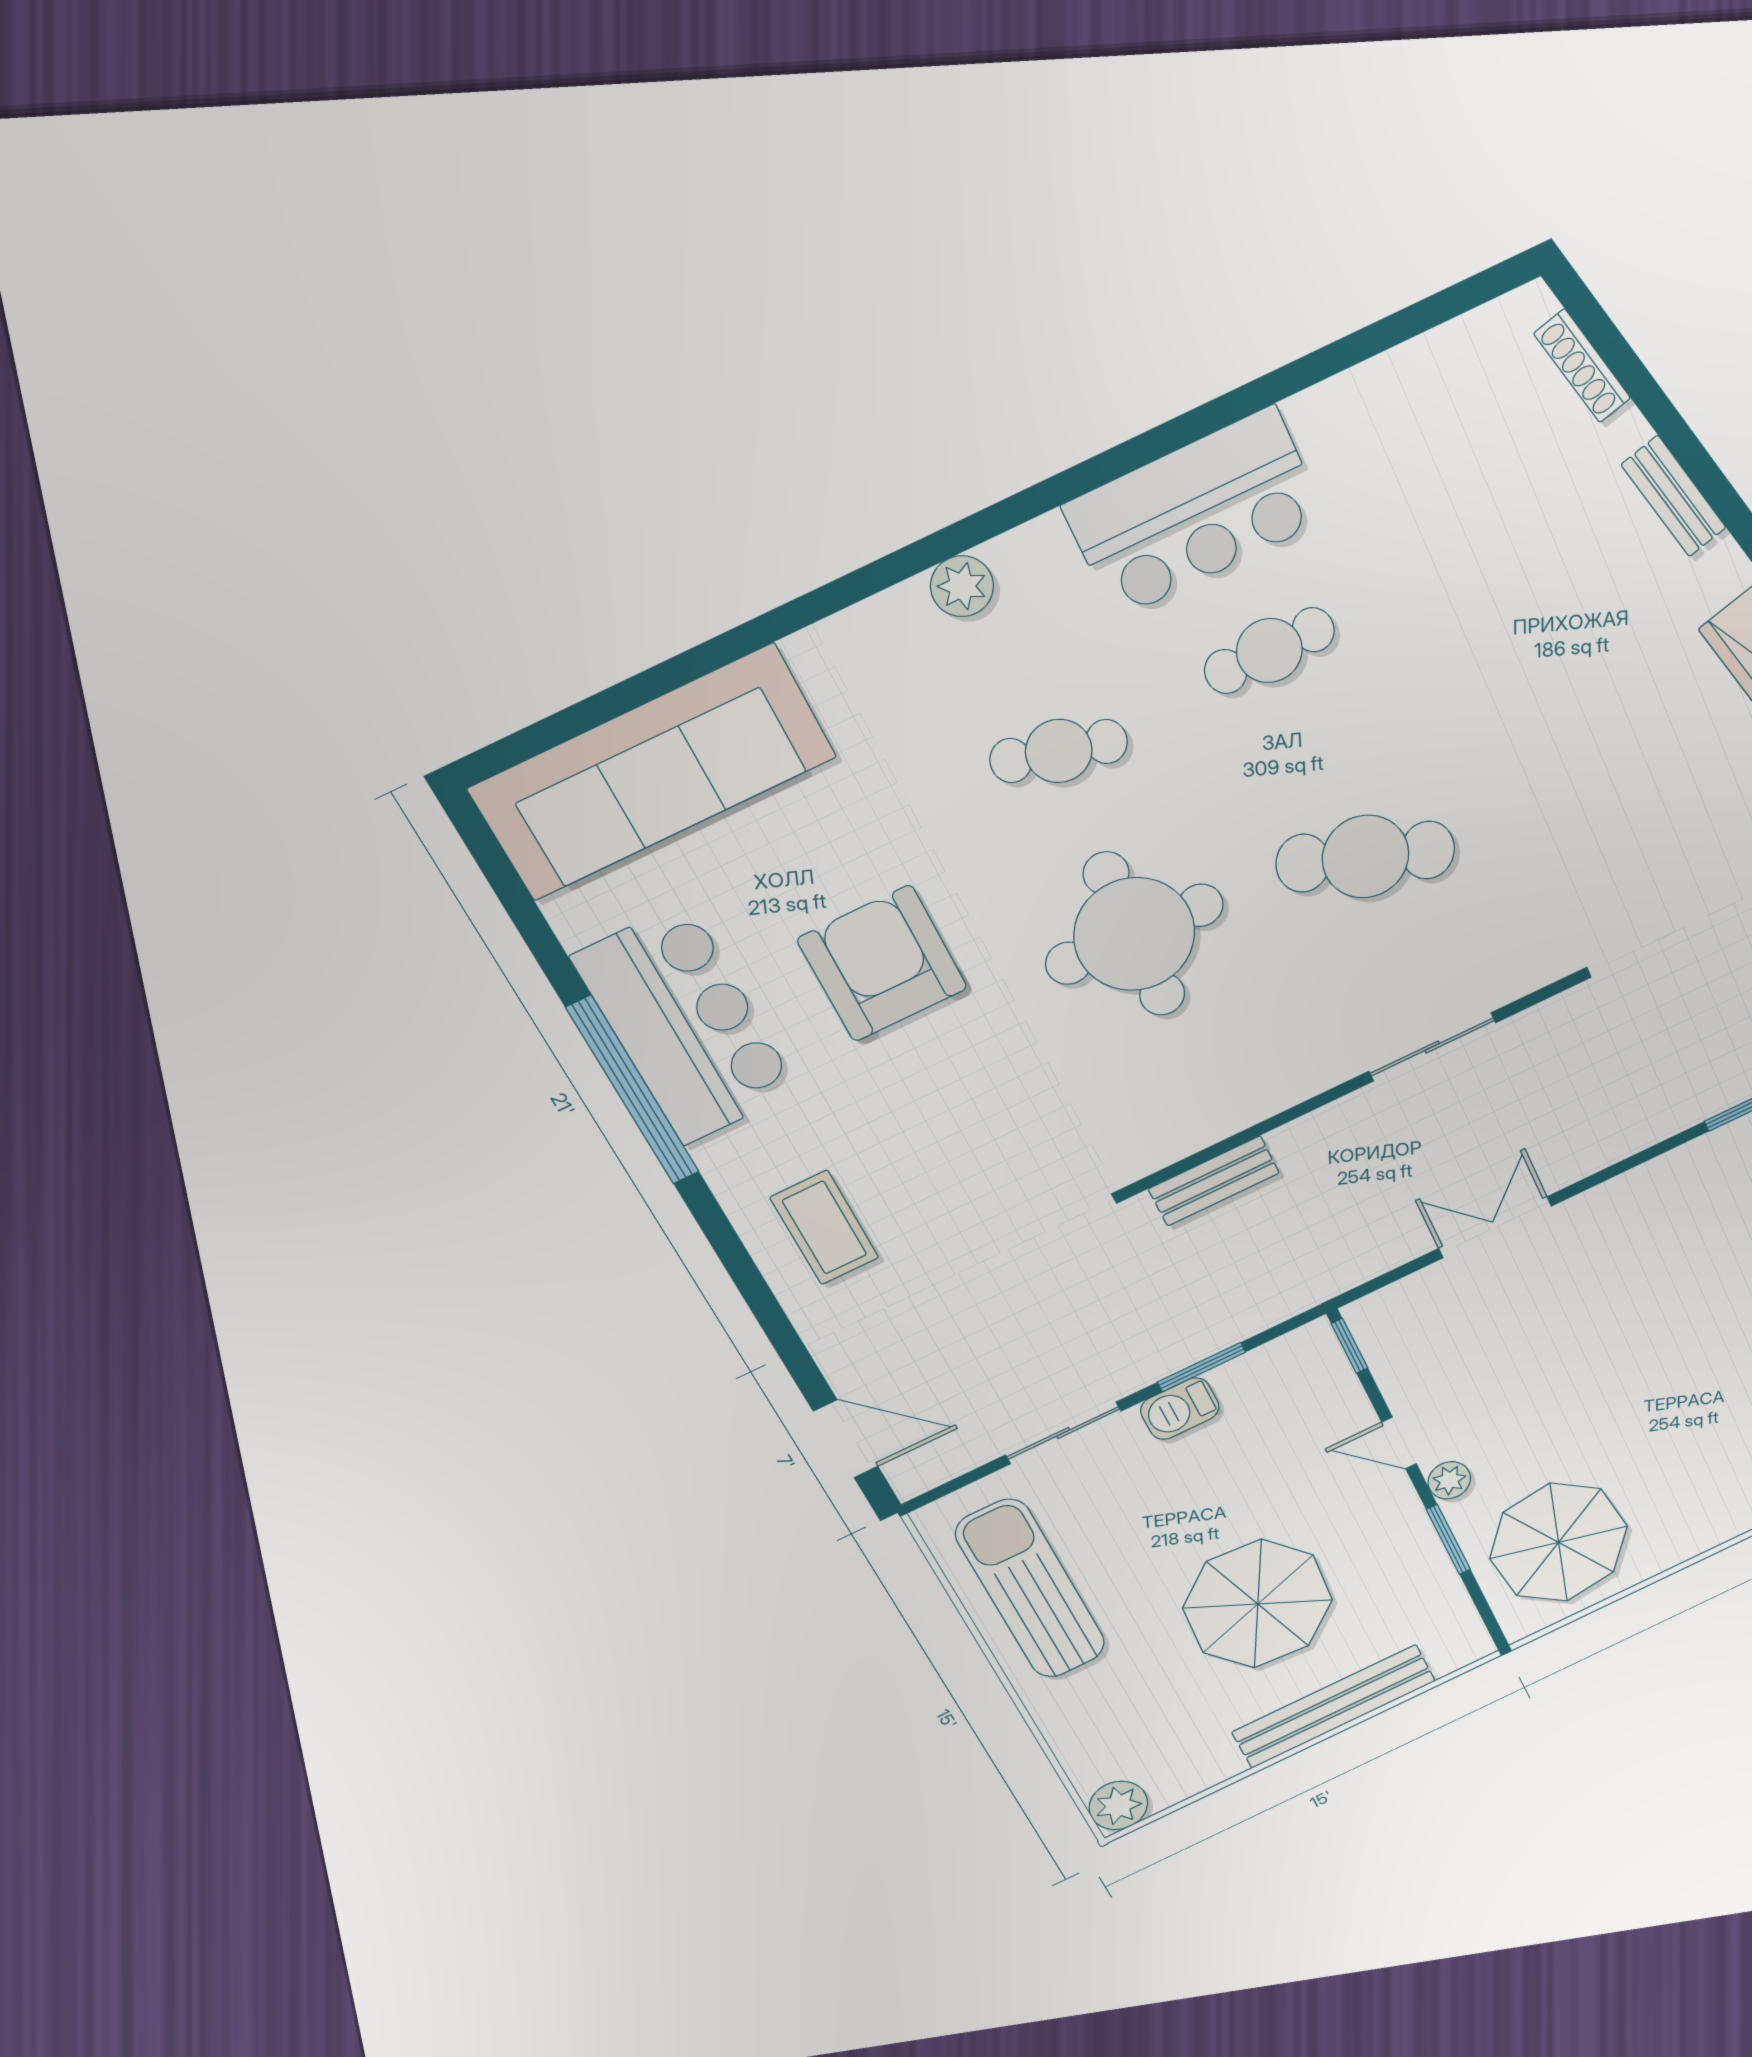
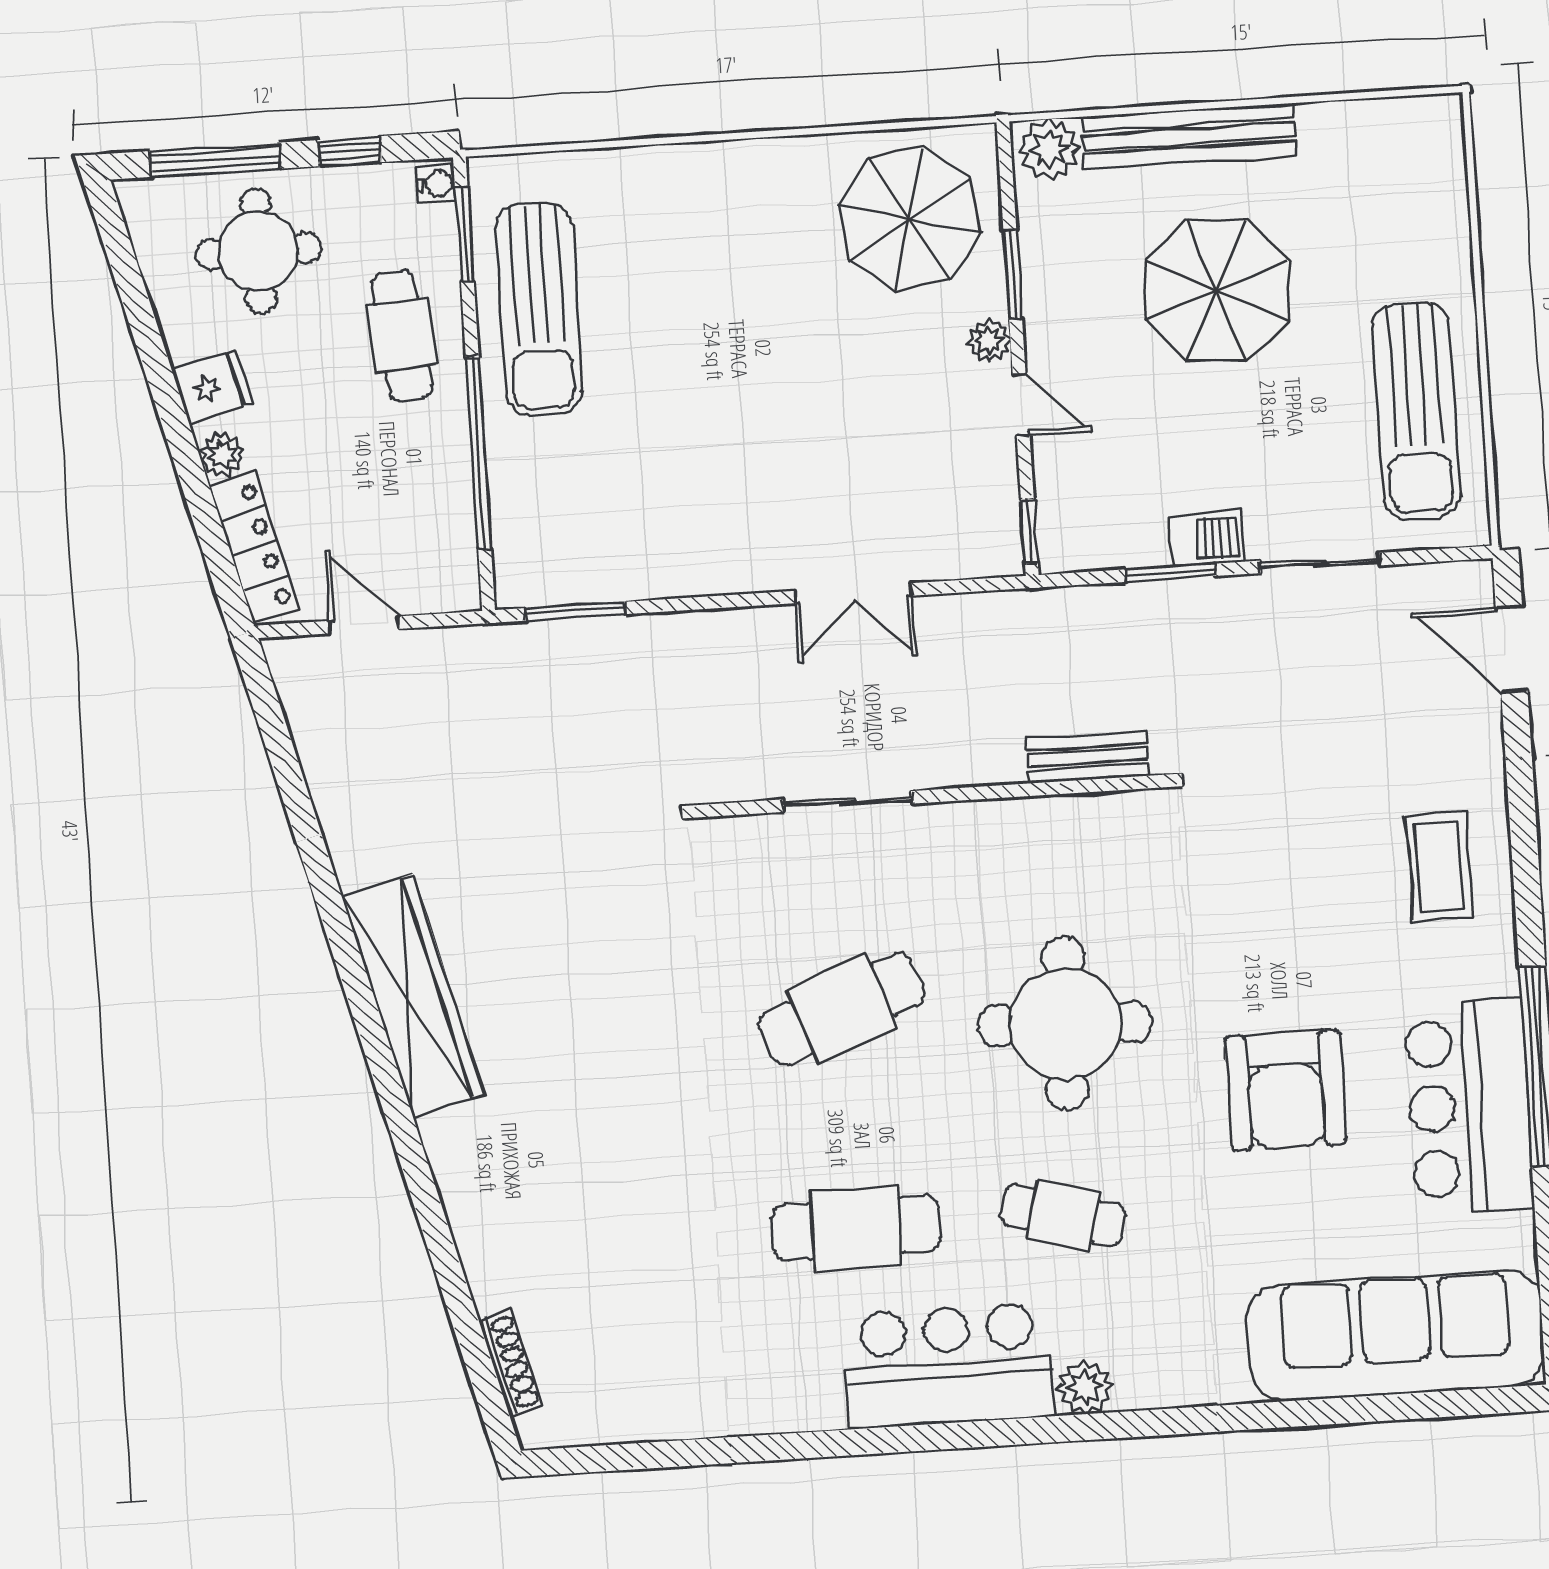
bench: (1674, 496) -> (468, 1221), removed
bar counter: (1195, 513) -> (948, 1366), moved
cafe table: (1269, 651) -> (856, 1228), width x1.37, depth x1.35
cafe table: (1366, 857) -> (842, 1009), turned -42
plant: (1118, 1805) -> (1049, 149), moved

